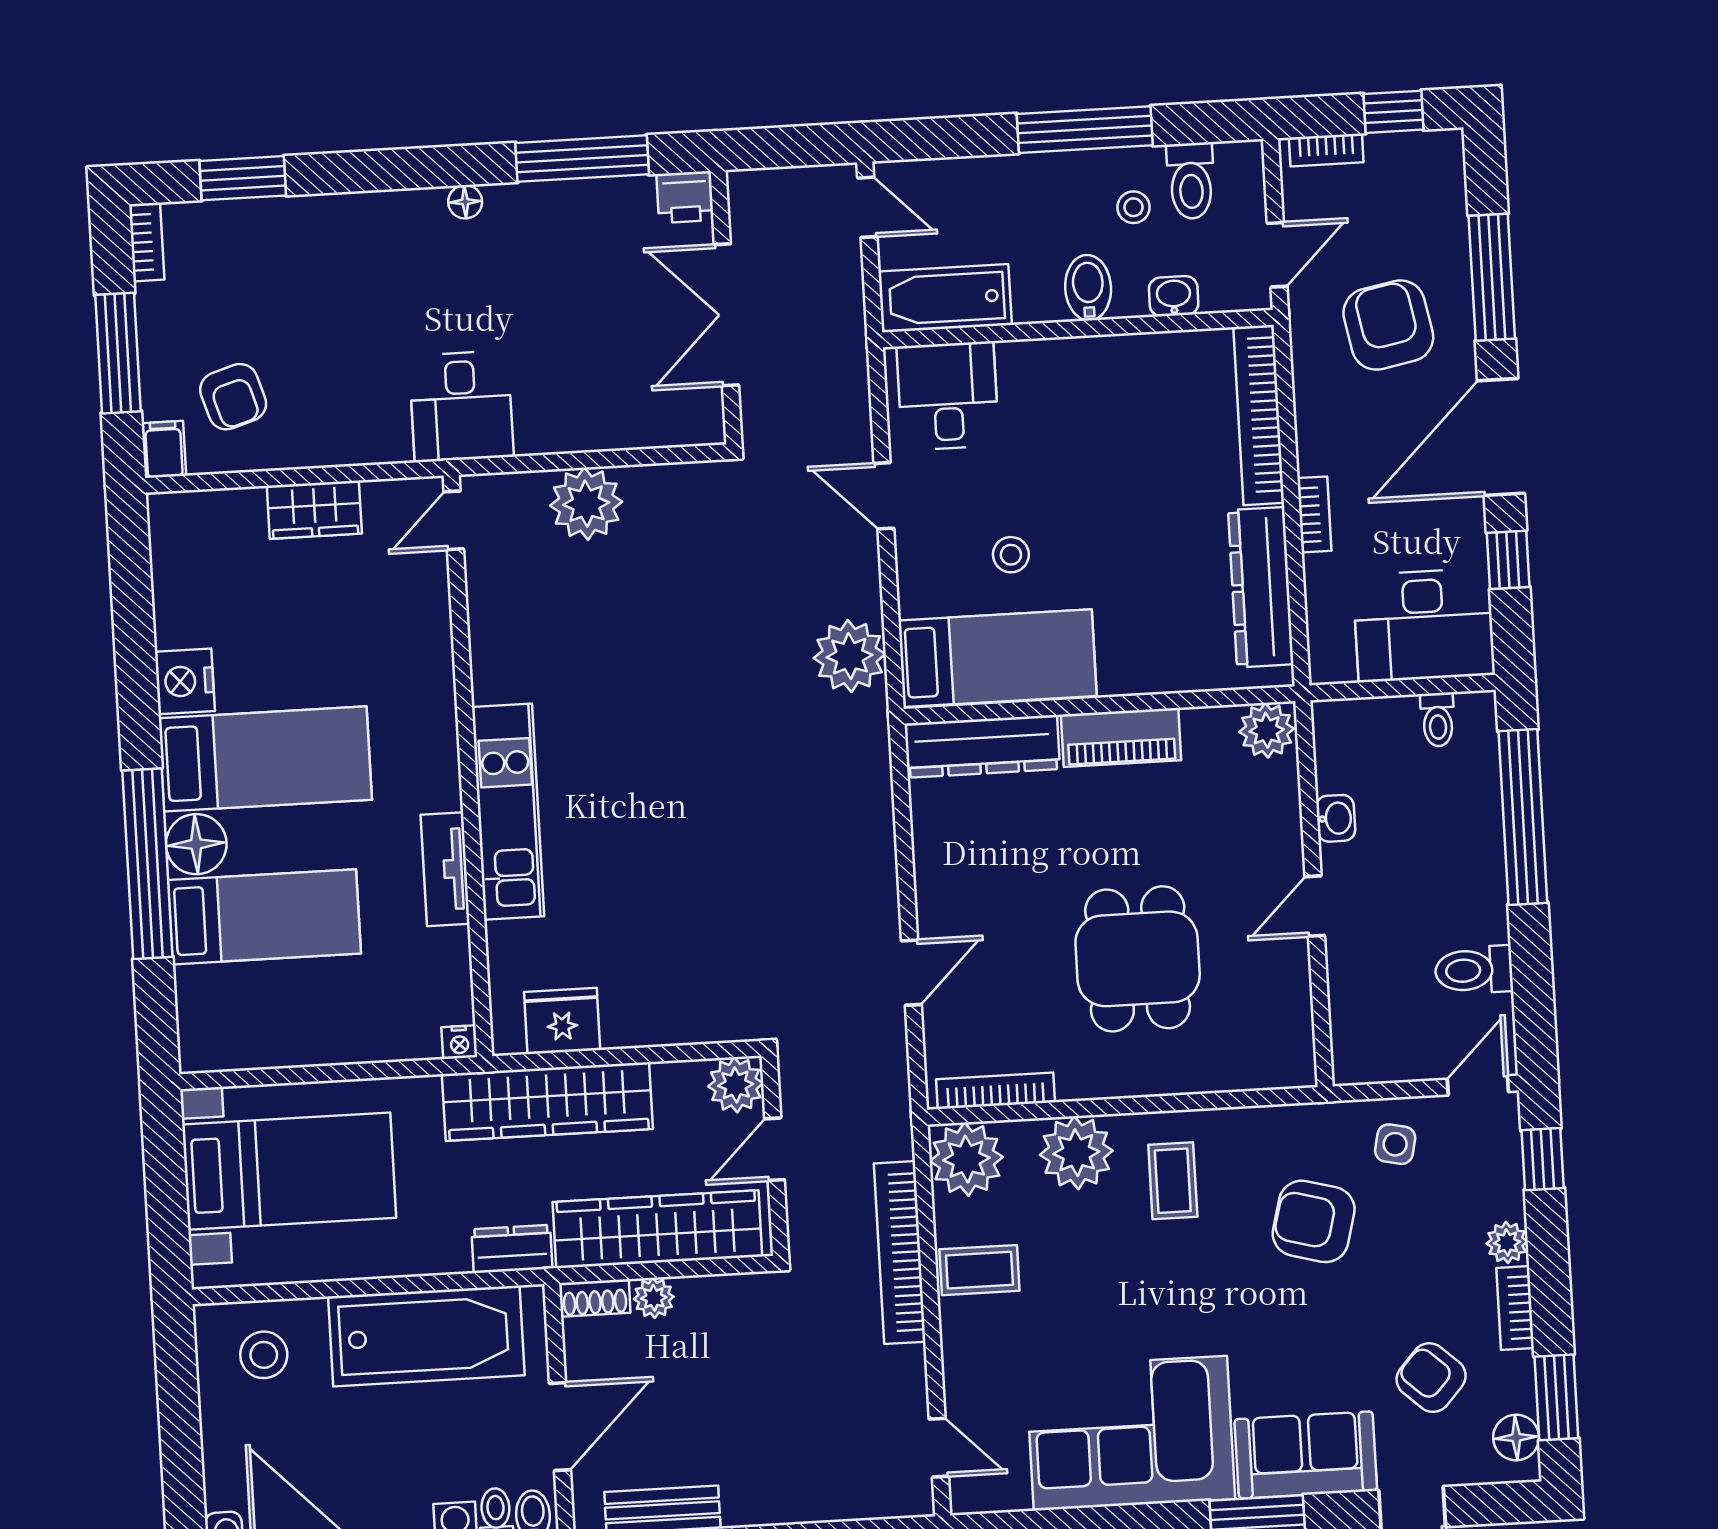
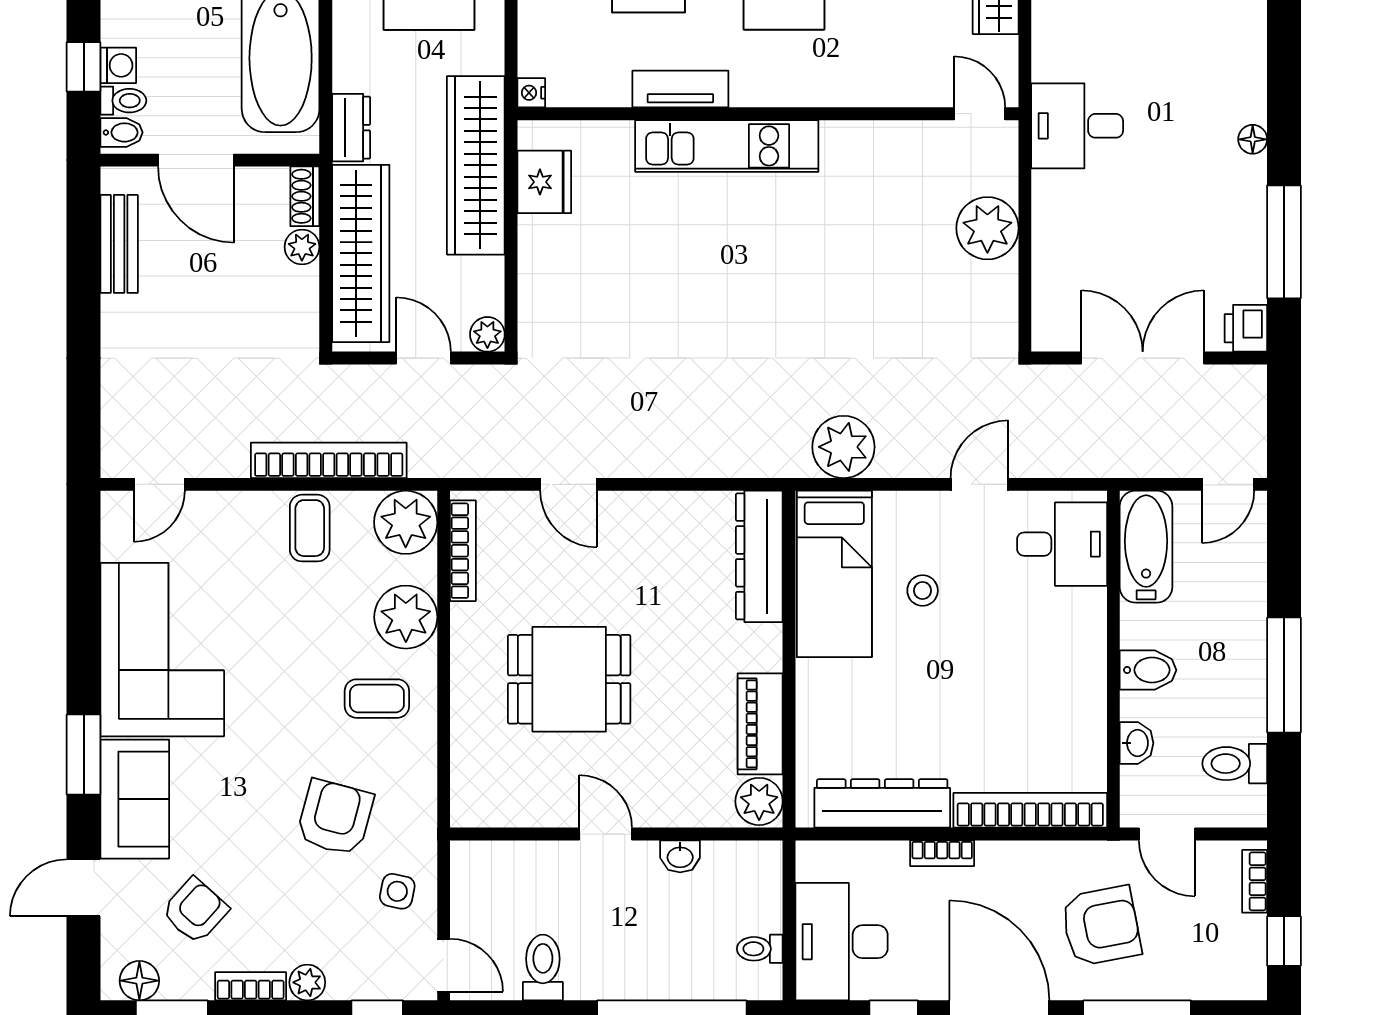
stool: (1133, 207) -> (1215, 713), removed
piano: (1121, 737) -> (760, 724), moved
plant: (736, 1085) -> (487, 334), width x0.73, depth x0.73

